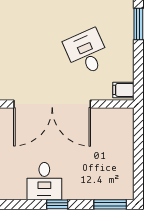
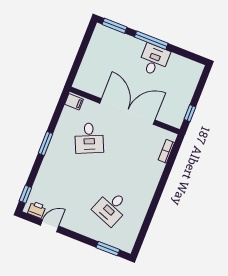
window: (57, 204) -> (151, 40), width x2.17

